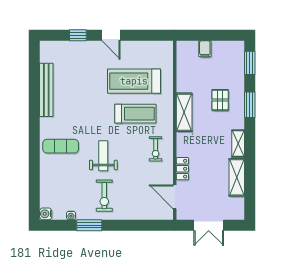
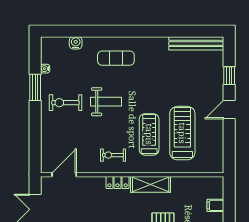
bench: (46, 90) -> (196, 43), moved
treadmill: (135, 114) -> (149, 134), turned 180
exercise mat: (61, 146) -> (116, 58), turned 90
locker: (182, 169) -> (117, 183), moved
water cooler: (46, 214) -> (76, 43), moved

